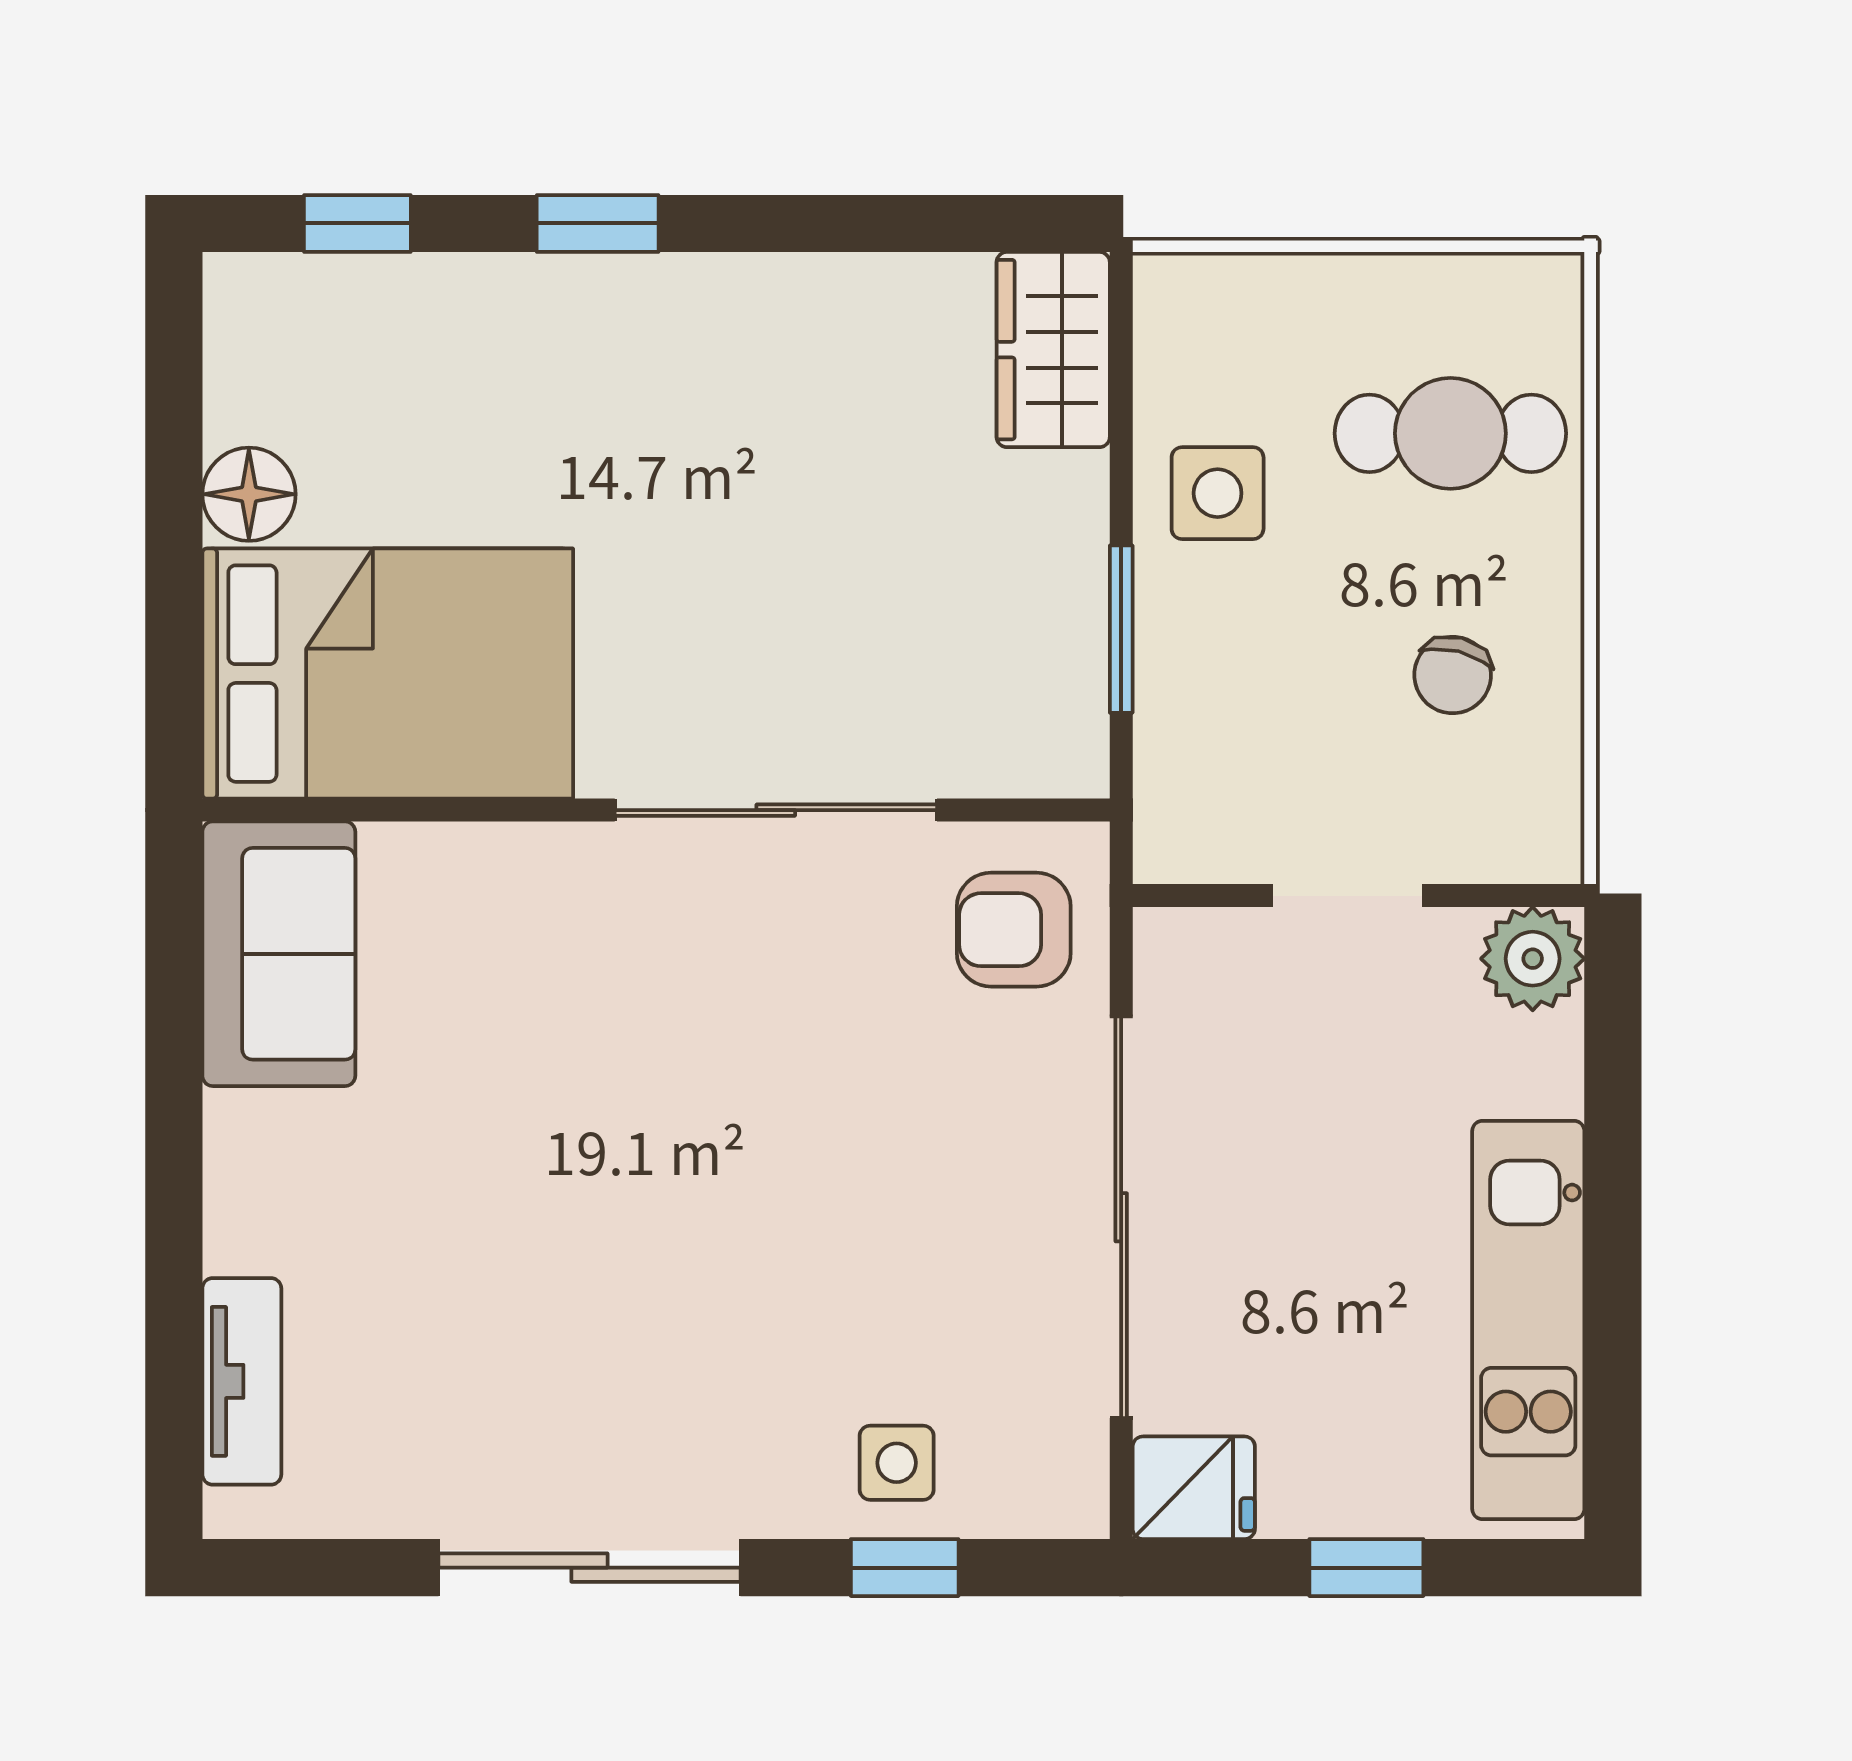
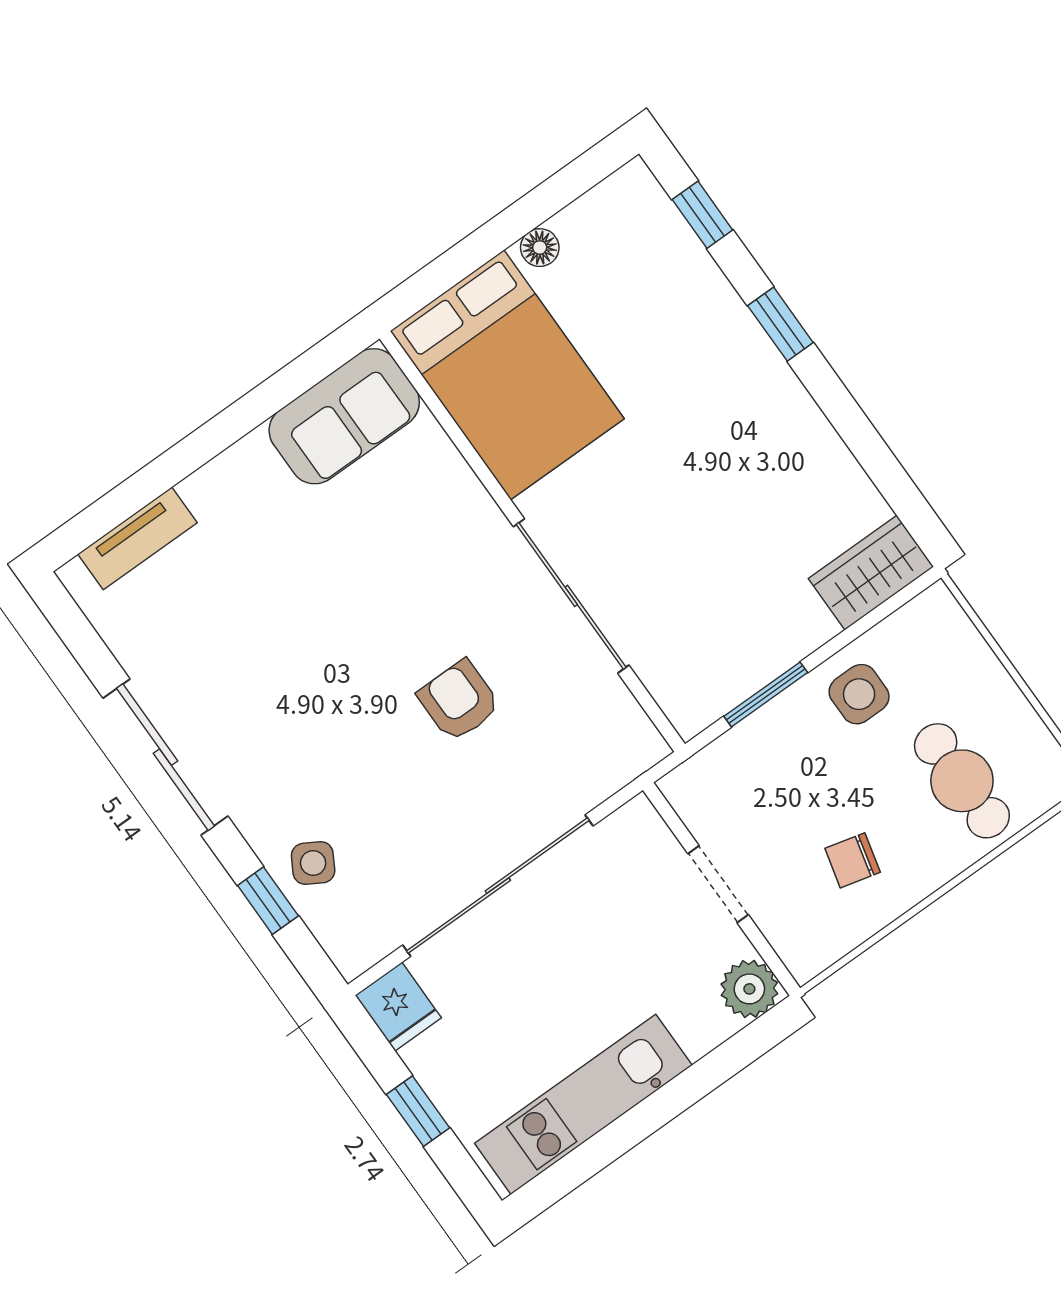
floor lamp: (249, 494) -> (540, 248), width x0.73, depth x0.73
armchair: (1014, 930) -> (459, 701), moved
side table: (897, 1463) -> (313, 863), turned 30

